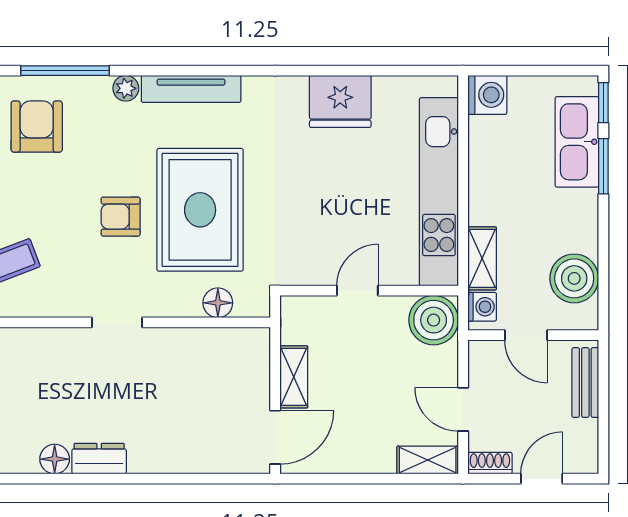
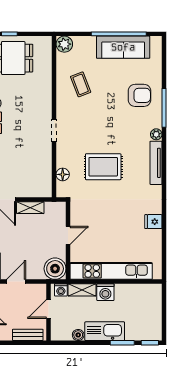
washing machine: (487, 95) -> (105, 292), moved
fridge: (340, 101) -> (153, 222), width x0.53, depth x0.75
kitchen sink: (577, 142) -> (105, 331), moved
rug: (200, 210) -> (103, 167), width x0.73, depth x0.69
armchair: (121, 217) -> (100, 132), removed
boiler: (574, 278) -> (78, 335), width x0.54, depth x0.54
door: (357, 291) -> (68, 235), hinge flipped

